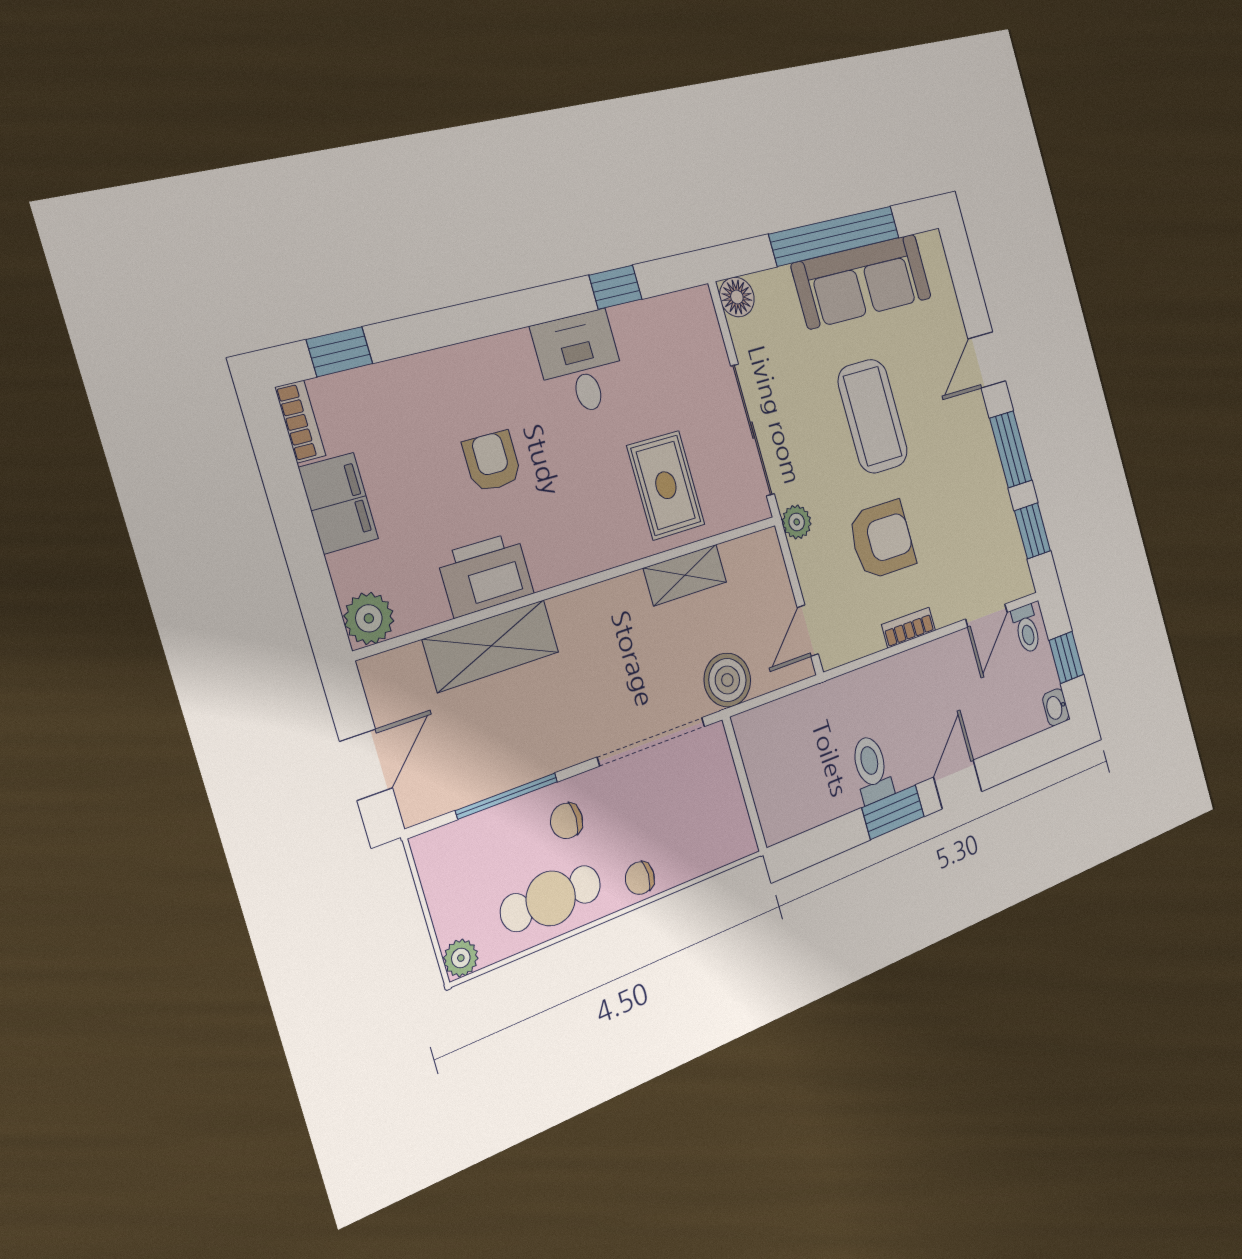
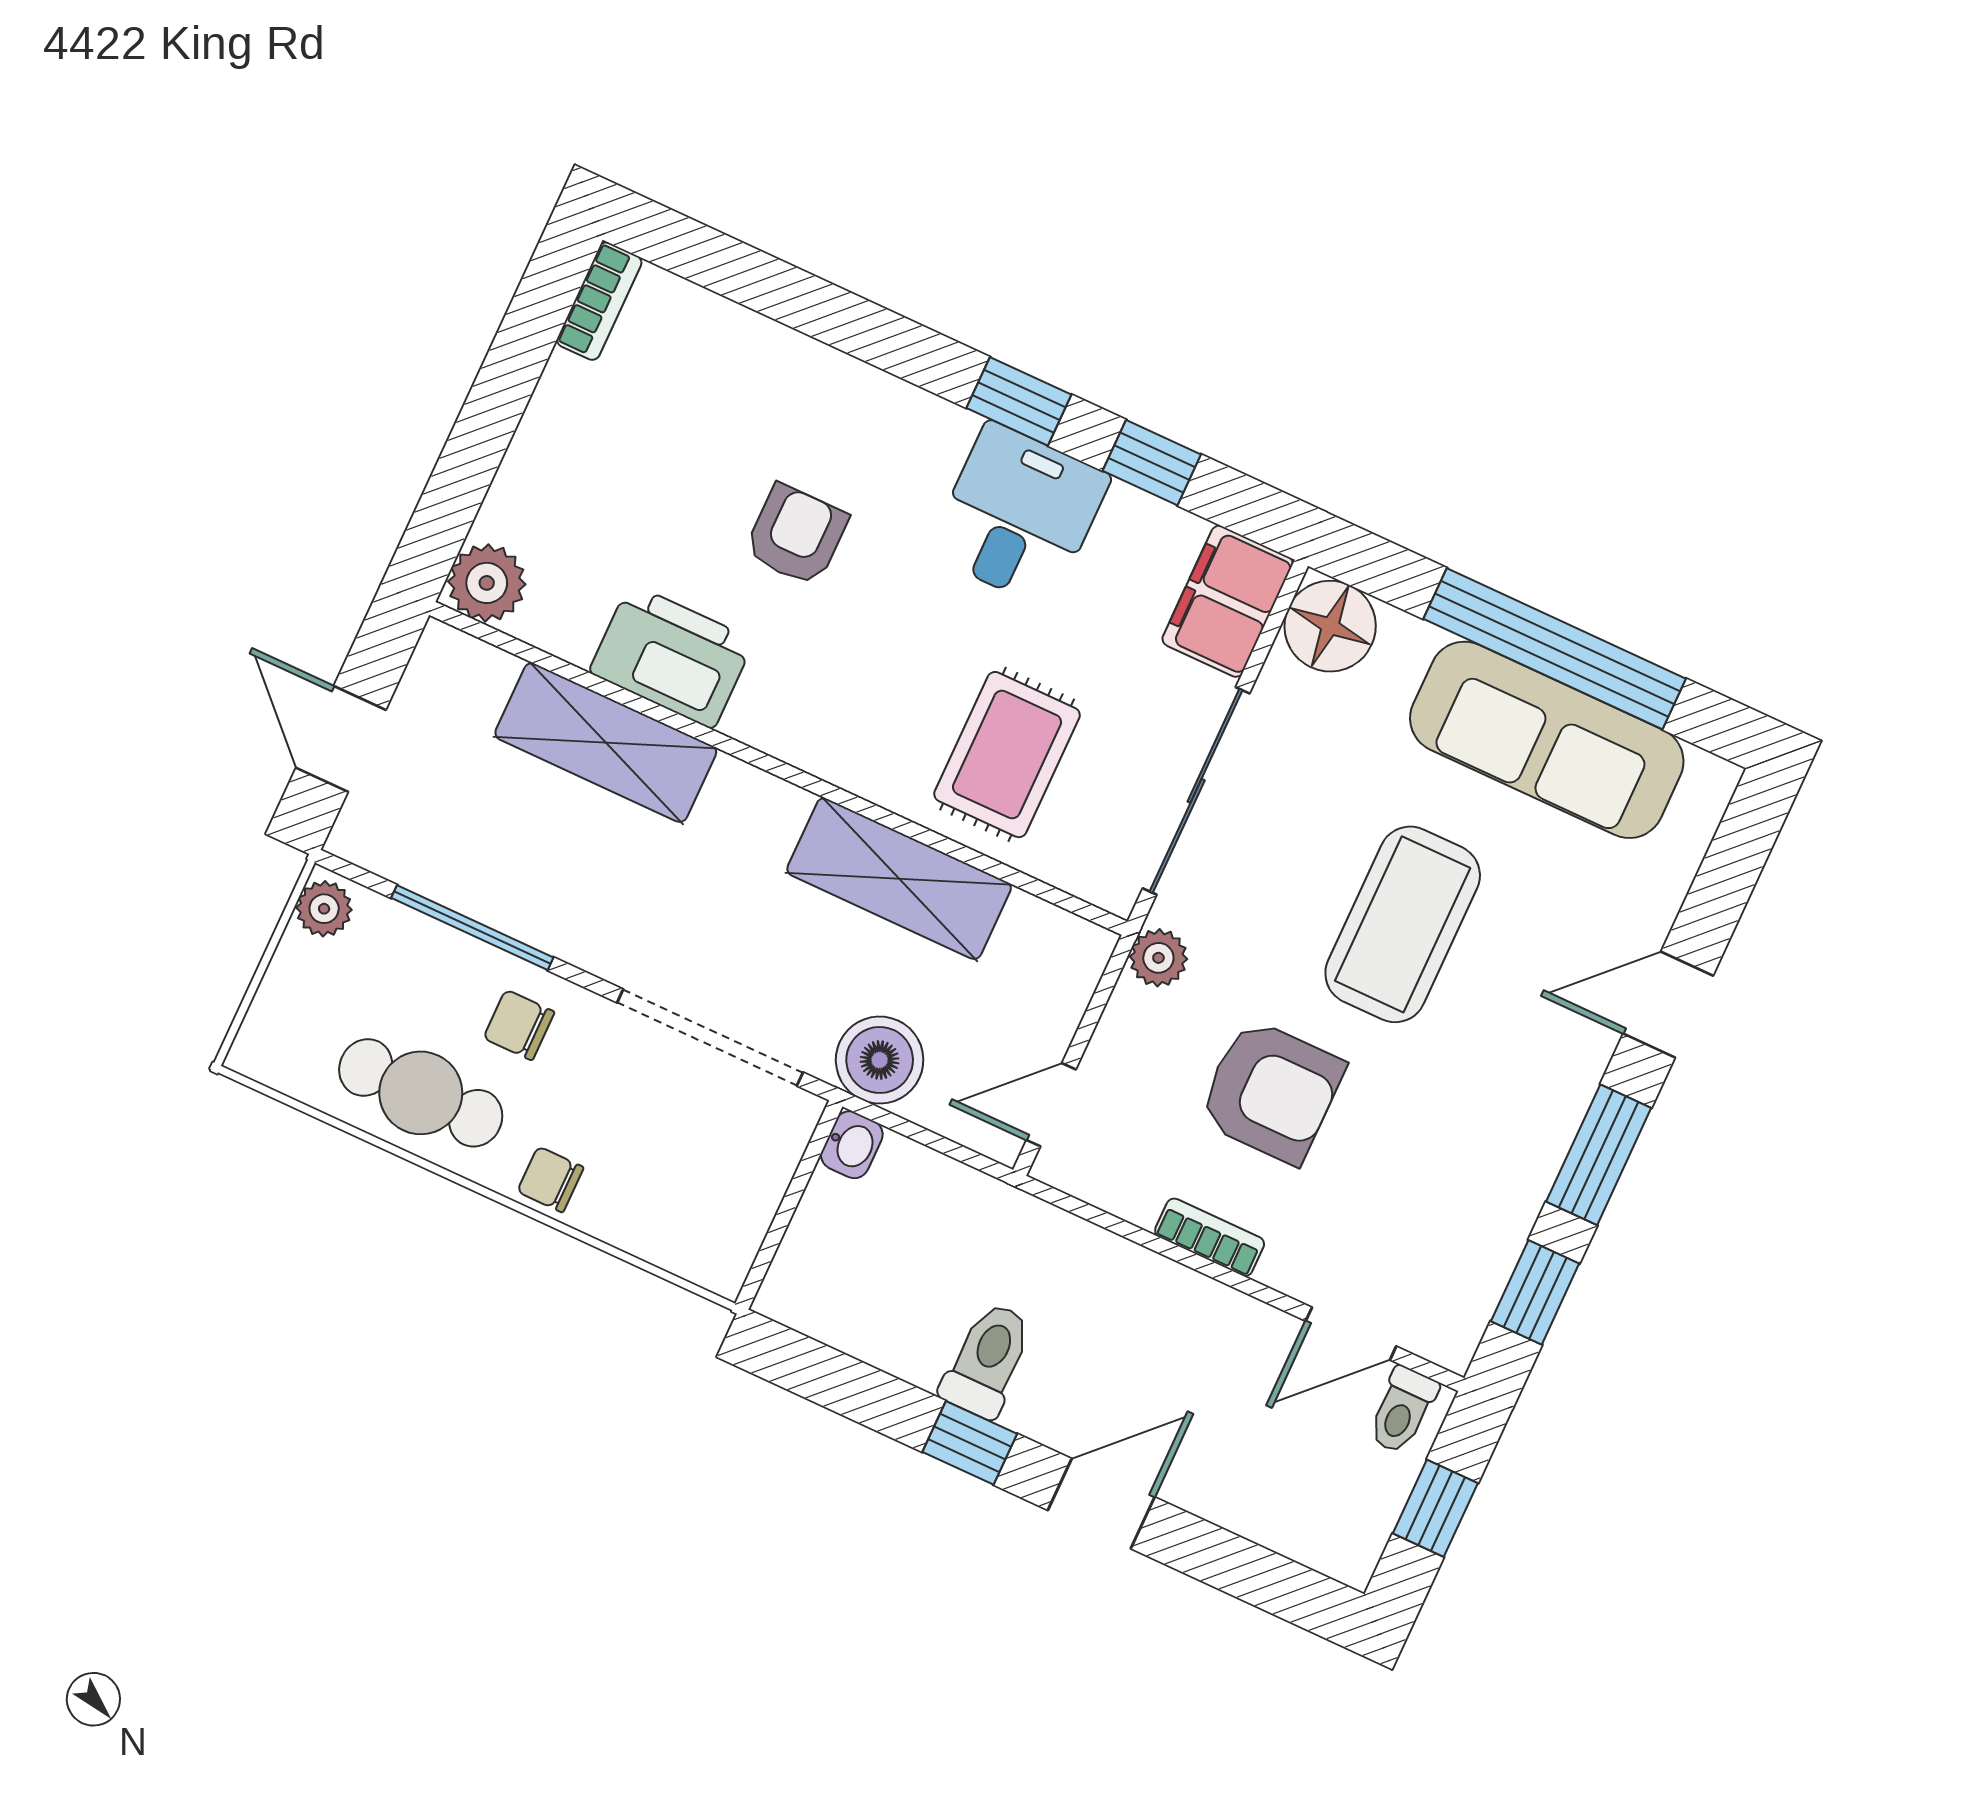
floor lamp: (737, 297) -> (1330, 626), width x1.38, depth x1.38
window: (340, 352) -> (1019, 401), moved
filing cabinet: (339, 503) -> (1228, 601), moved, turned 180
shelving: (685, 575) -> (899, 879), width x1.50, depth x1.33
washbasin: (1056, 707) -> (852, 1145), moved, turned 180
door: (366, 765) -> (341, 739), swing flipped
window: (893, 812) -> (970, 1443), width x0.67
plant: (461, 958) -> (324, 909), moved

